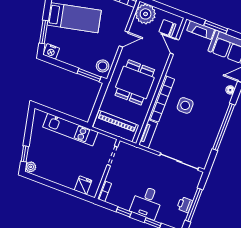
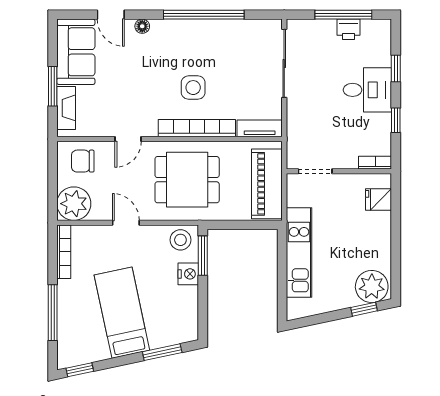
chair: (167, 28) -> (83, 161), turned 90
door: (175, 46) -> (128, 139), moved
nightstand: (51, 51) -> (188, 274), moved
plant: (31, 167) -> (372, 287), width x1.87, depth x1.87

